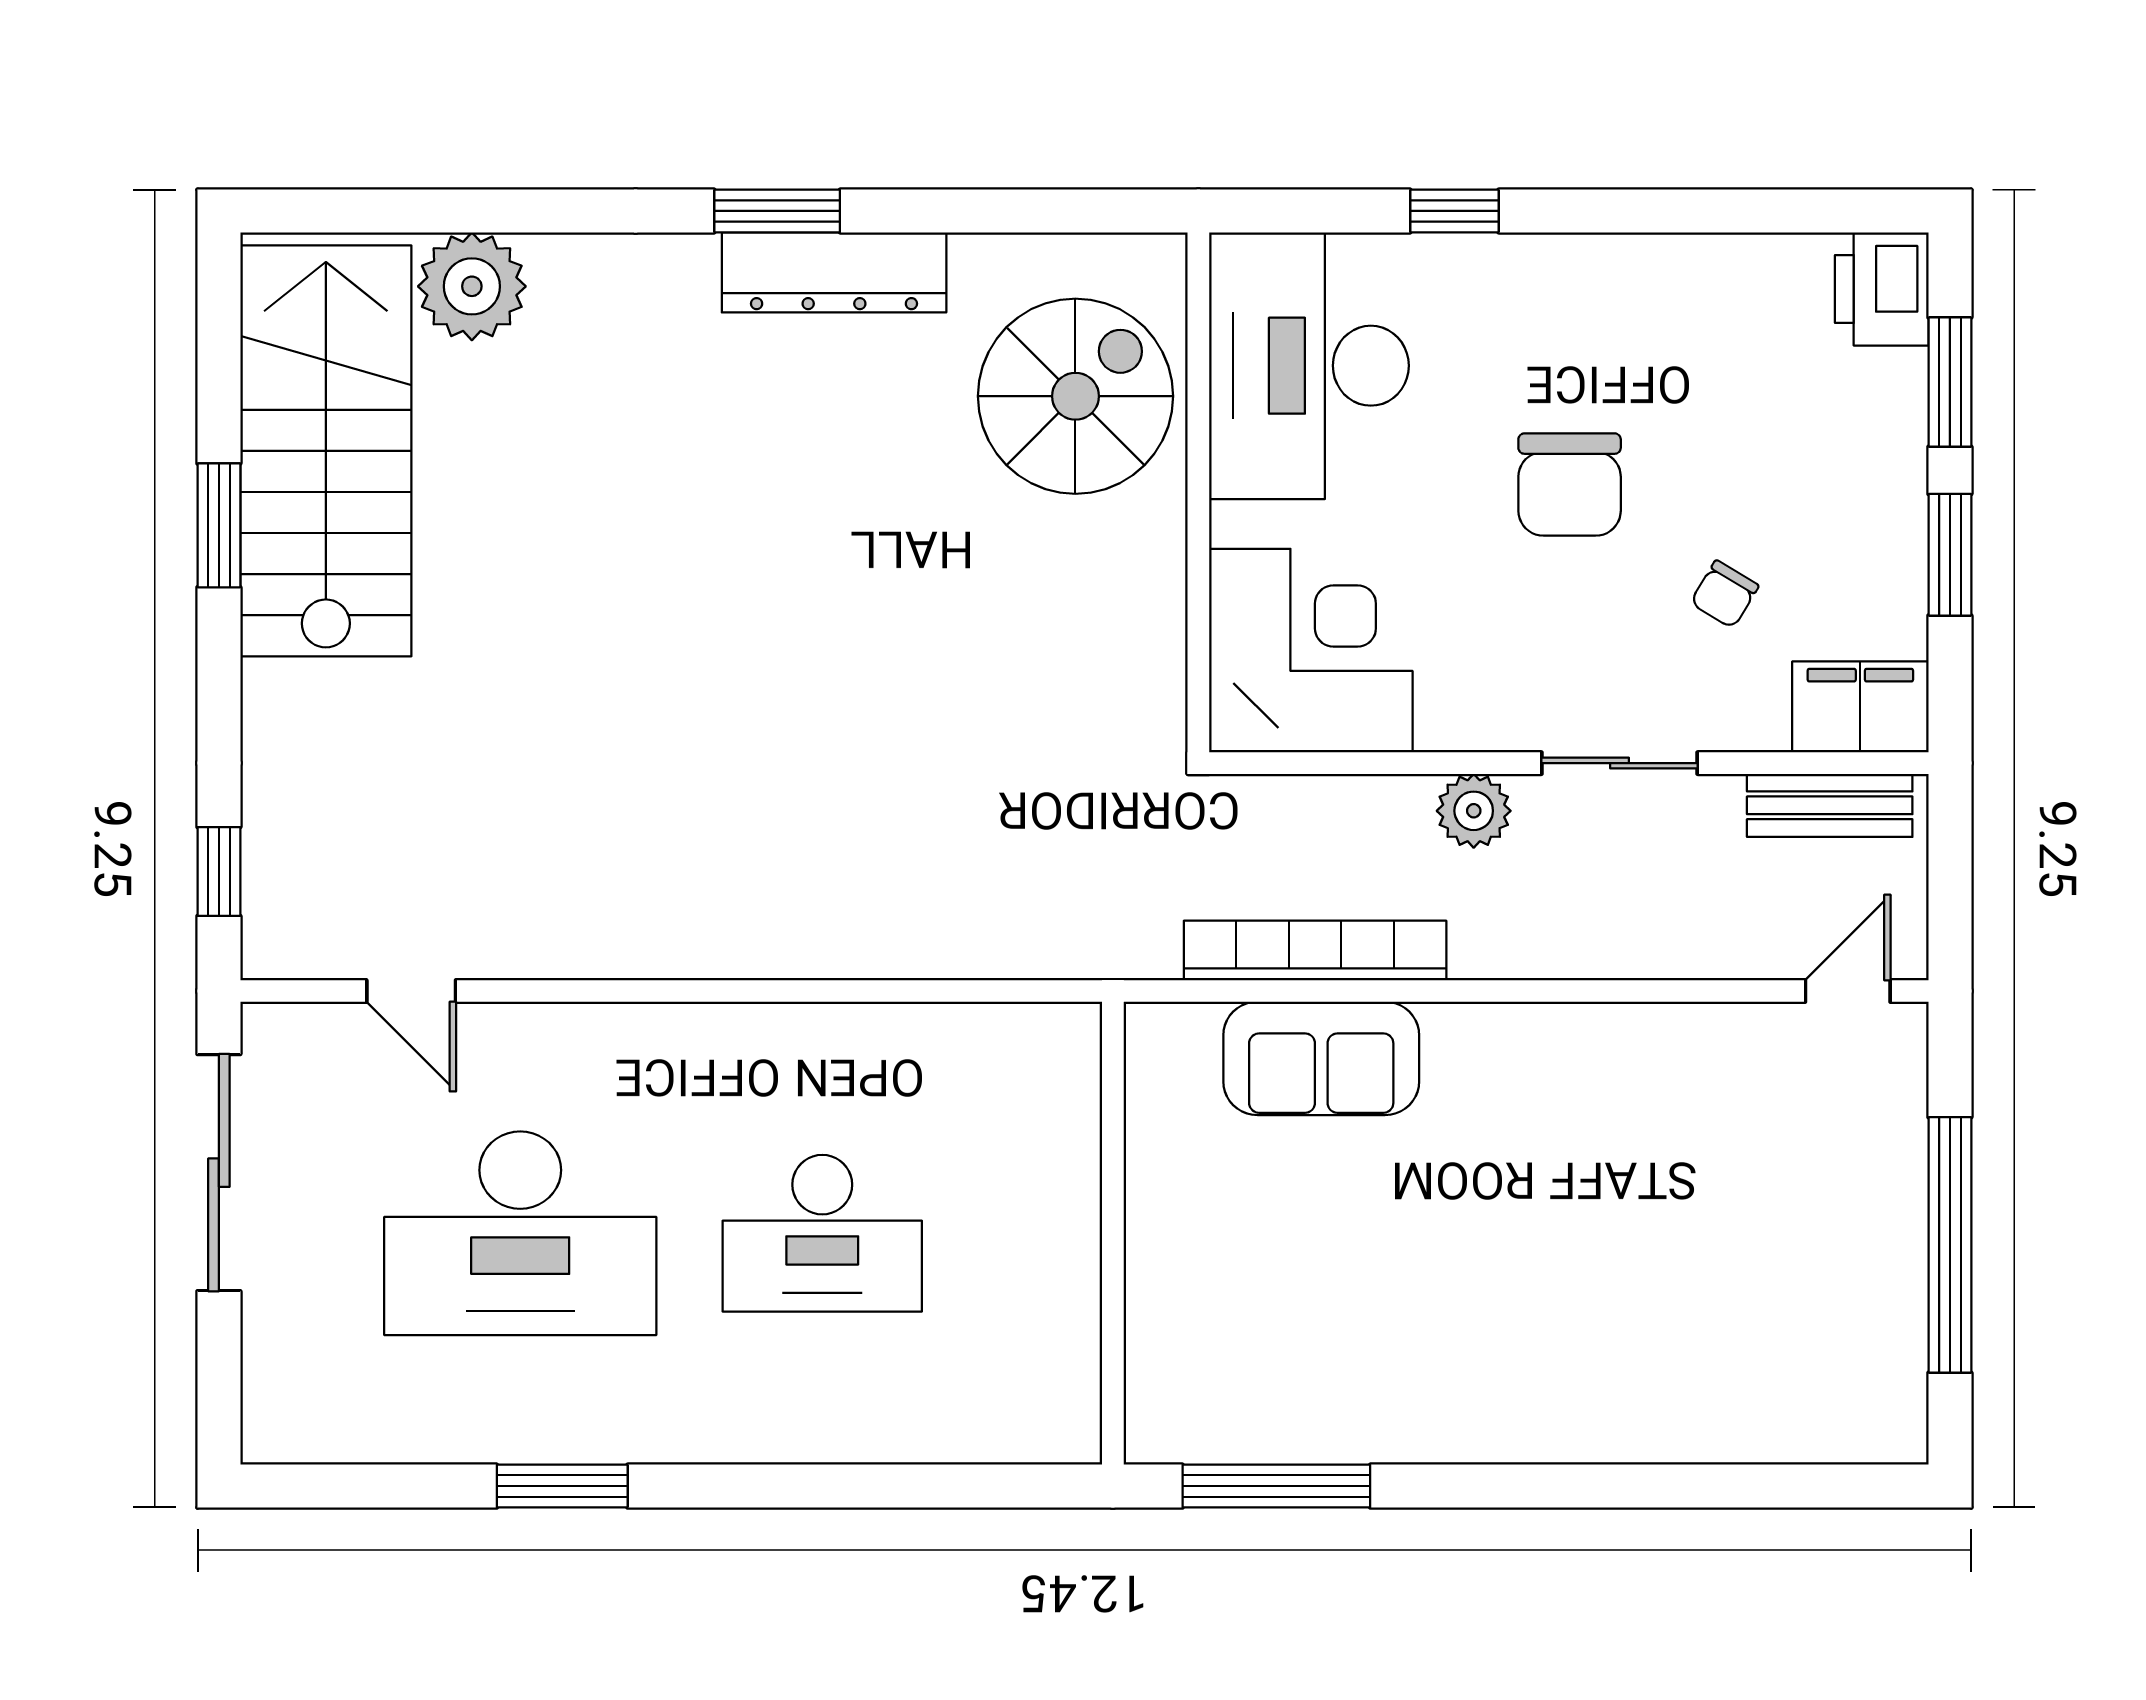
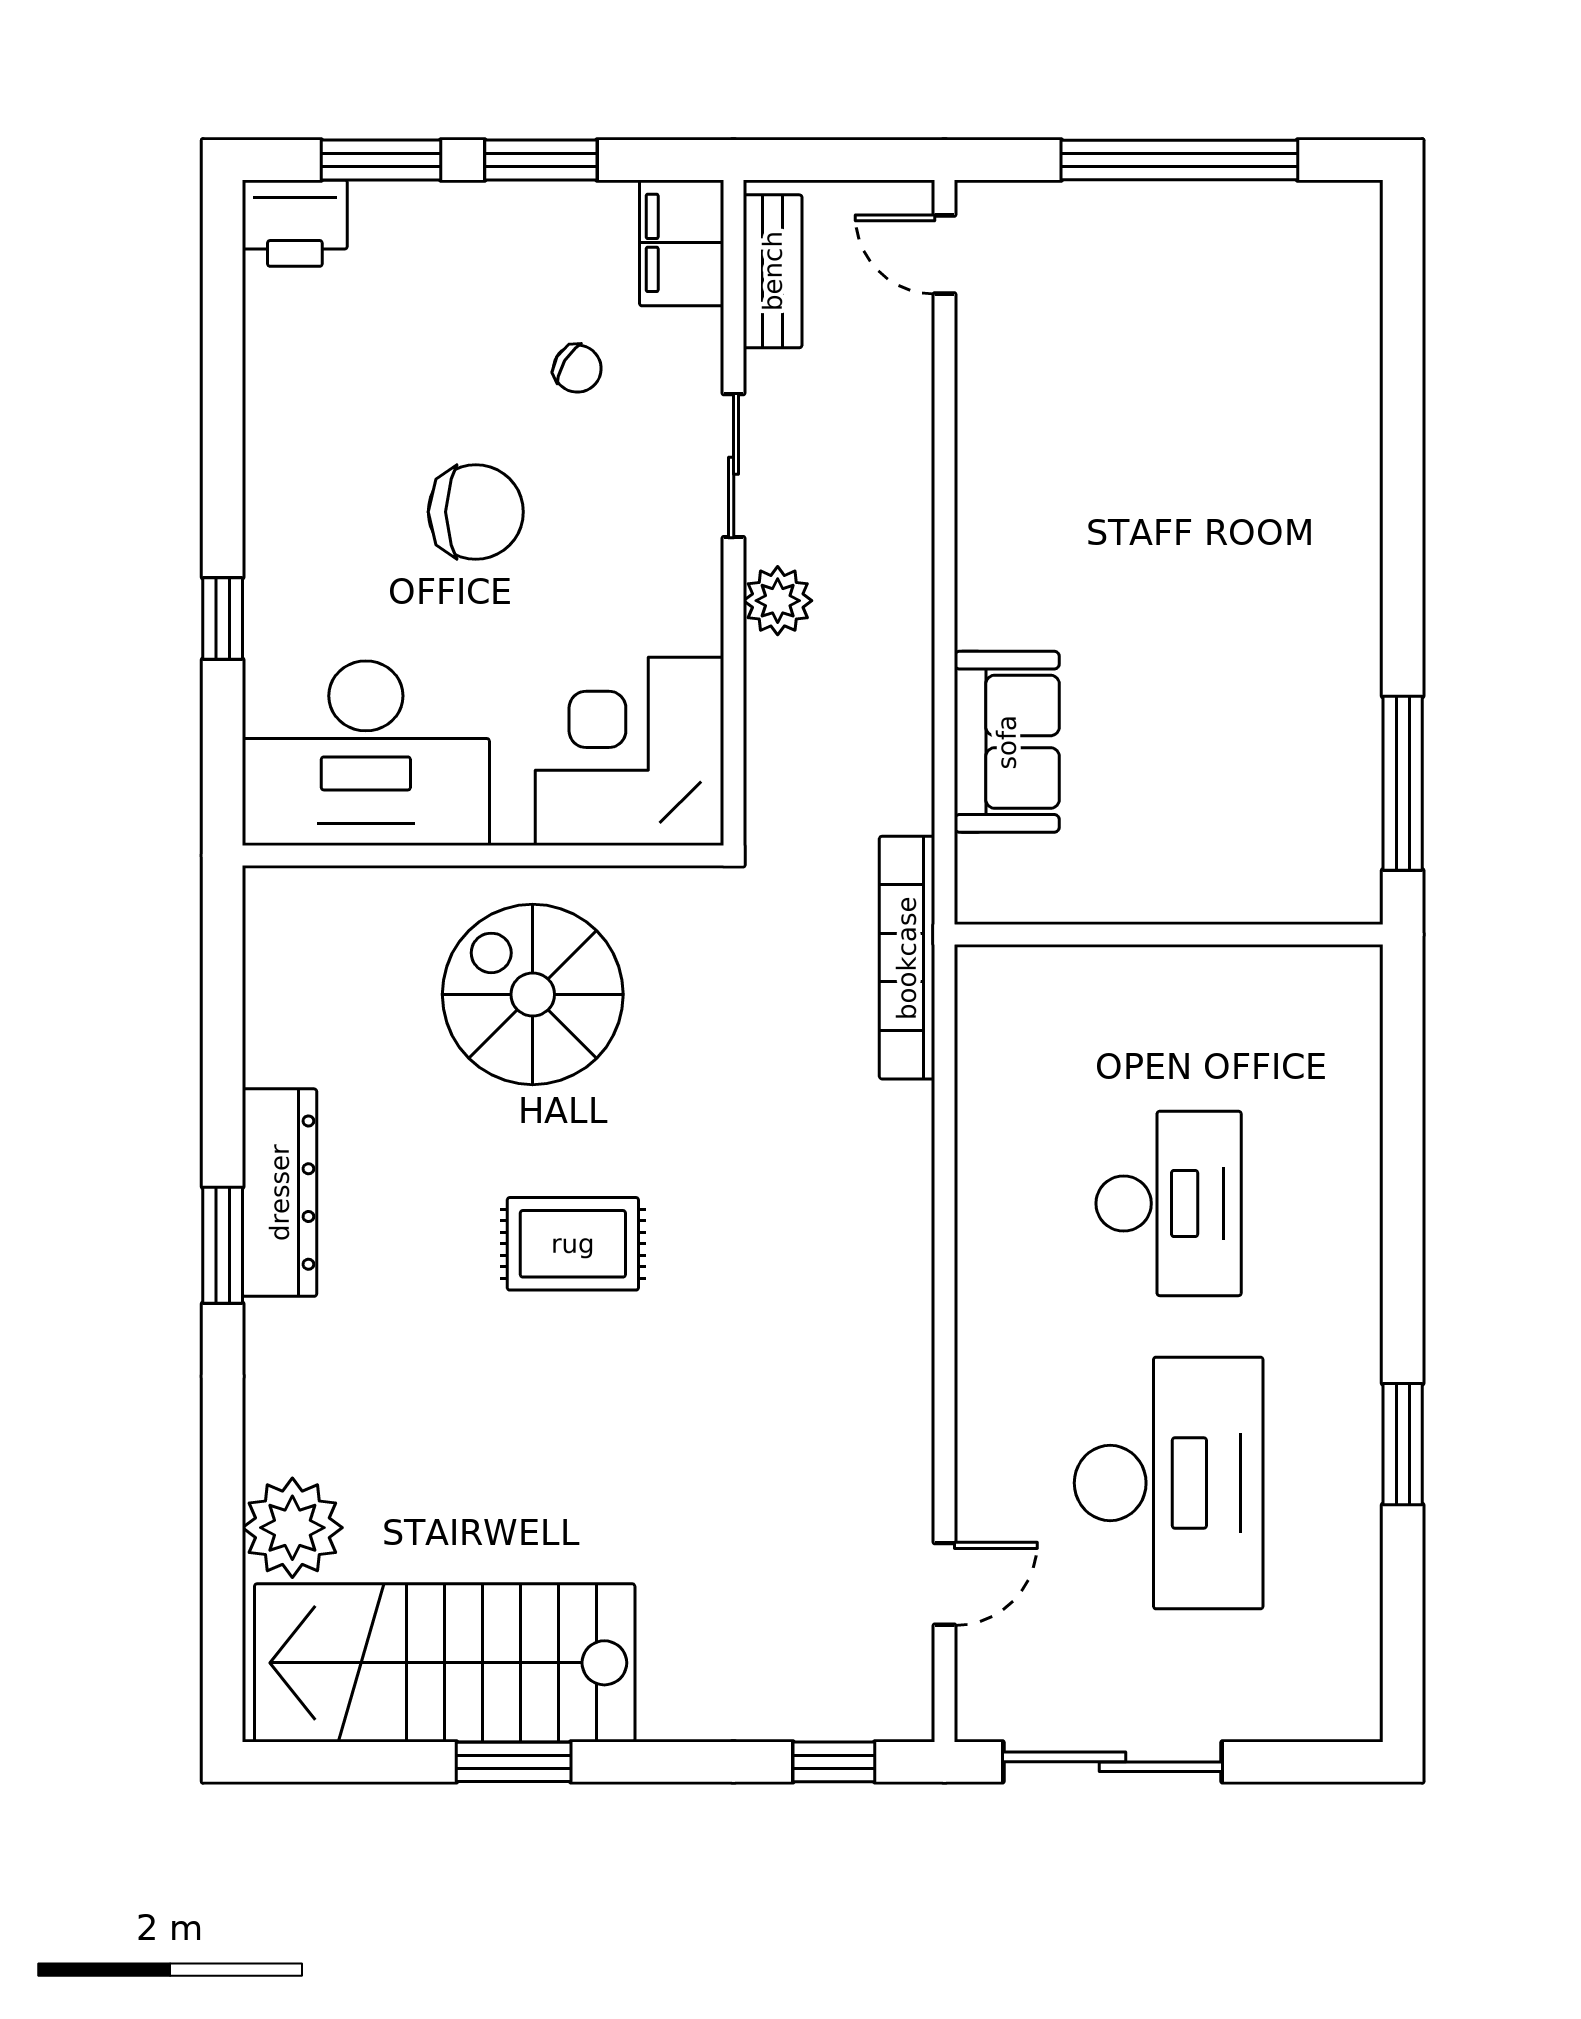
spiral stairs: (1075, 396) -> (533, 994), moved
rug: (779, 589) -> (573, 1244), added
bookcase: (1315, 951) -> (907, 958), moved

